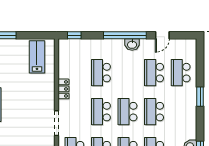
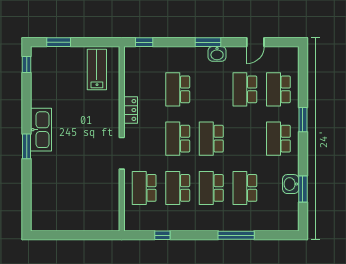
window: (125, 35) -> (208, 42), width x0.47
school desk: (154, 112) -> (278, 139), moved

